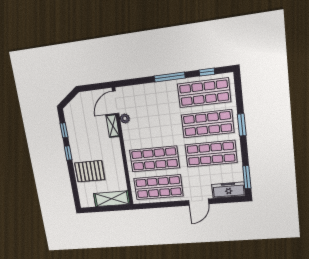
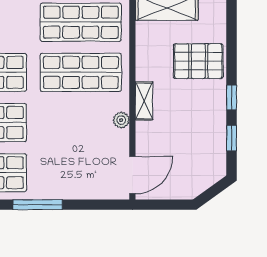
plant: (125, 118) -> (121, 120), moved
shelving: (113, 126) -> (144, 101), moved

